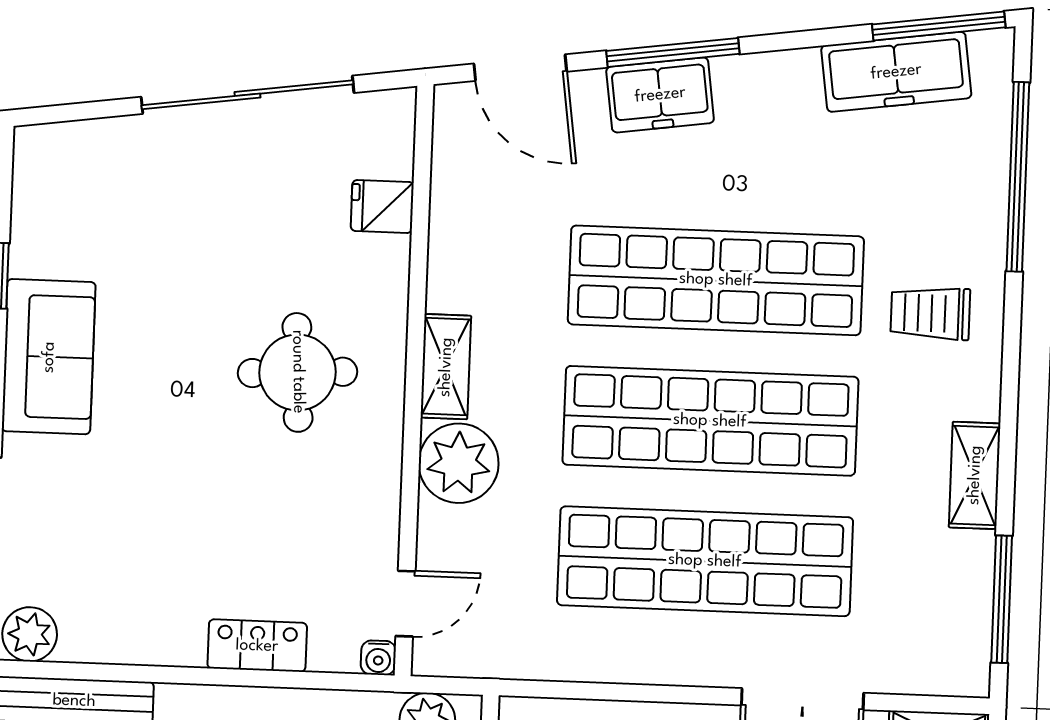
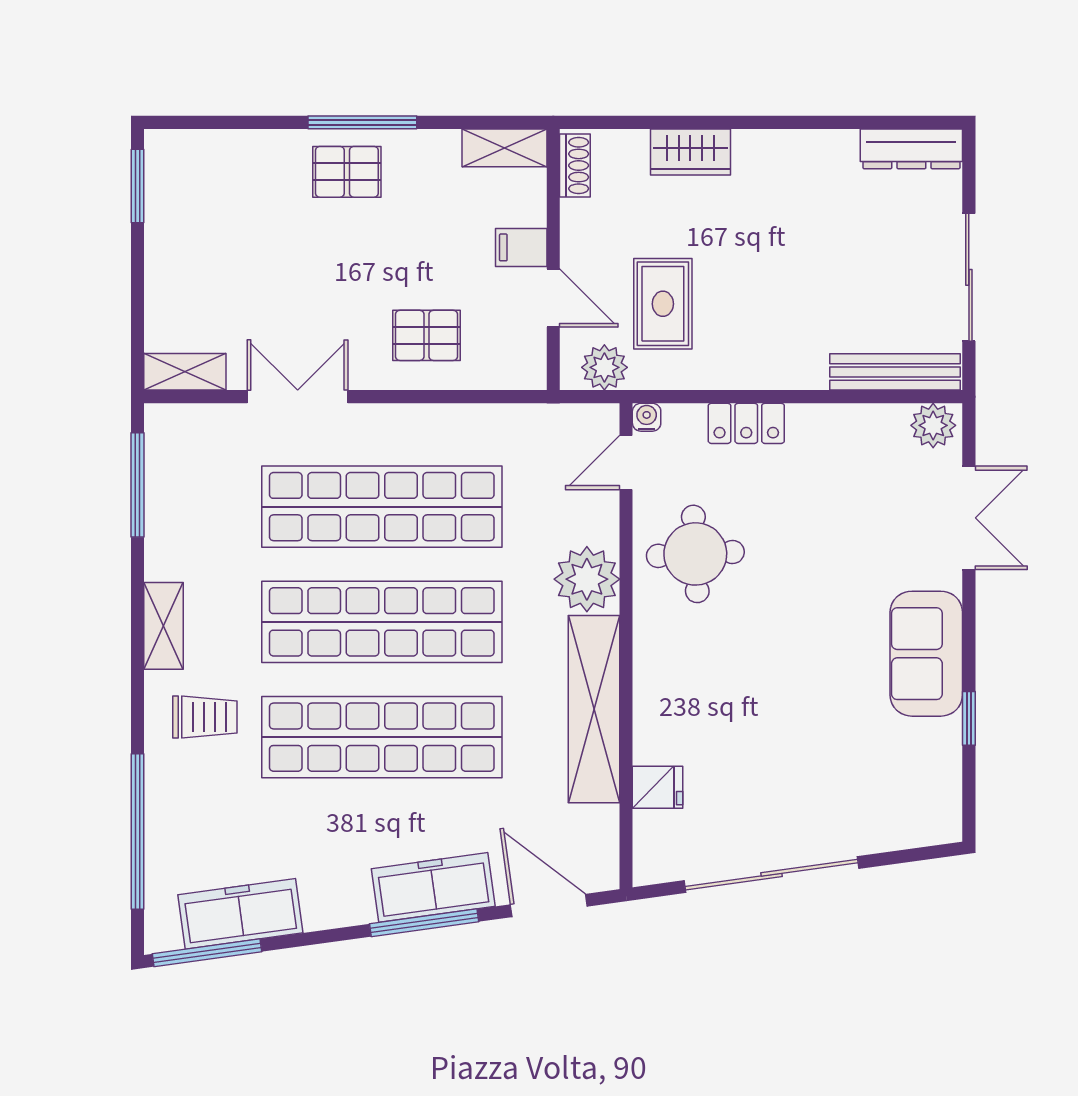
freezer: (660, 95) -> (433, 887), width x1.40
shelving: (446, 367) -> (594, 709), width x2.20, depth x1.33
round table: (298, 372) -> (695, 554), moved
shelving: (975, 475) -> (163, 626), moved

